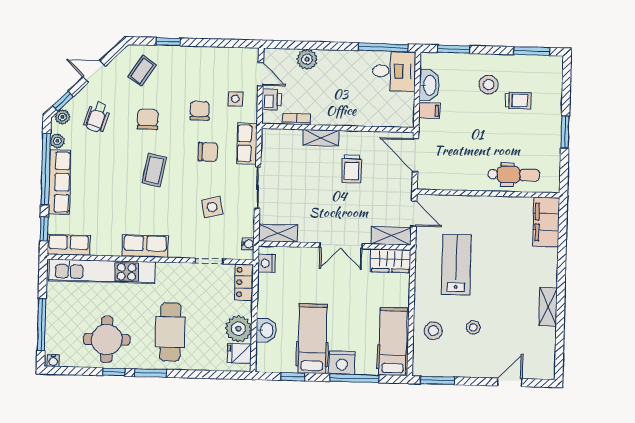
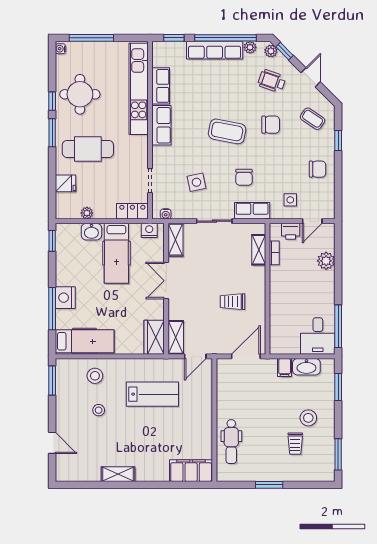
chair: (200, 111) -> (317, 169), moved
shelving: (321, 138) -> (259, 250), moved
coffee table: (154, 170) -> (227, 131), width x1.36, depth x1.30
row of seats: (69, 245) -> (161, 86), moved
double door: (341, 246) -> (166, 281), moved
plant: (238, 329) -> (87, 213), width x0.53, depth x0.53
hospital bed: (312, 339) -> (116, 253), moved, turned 90
fridge: (239, 353) -> (65, 183), moved, turned 90
window: (293, 377) -> (52, 241), moved

